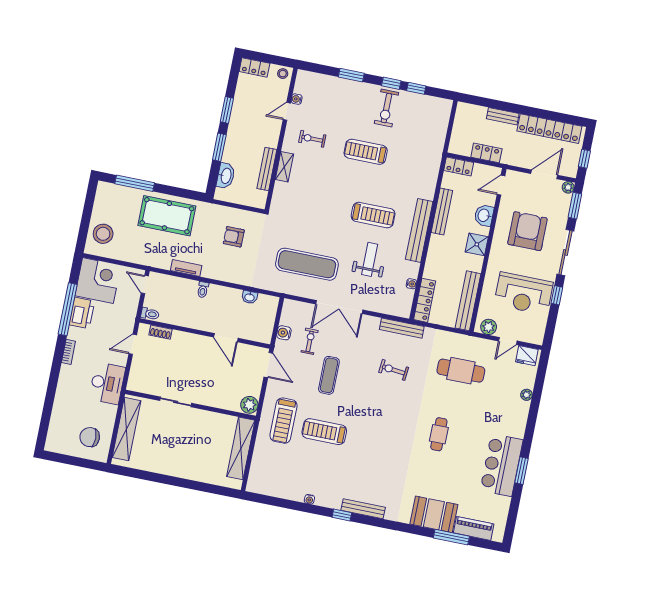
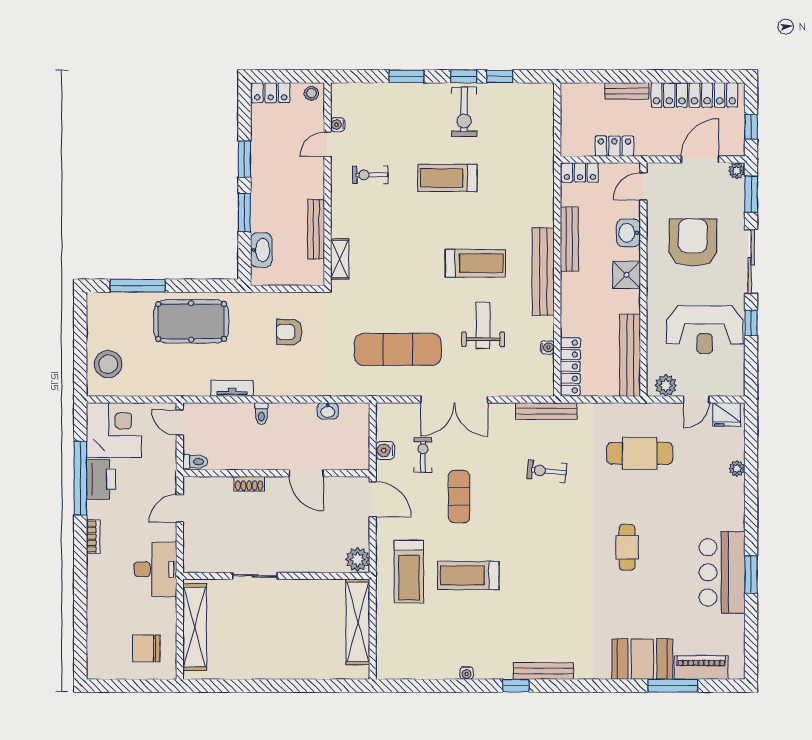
shelving: (284, 167) -> (340, 259), moved
shoe rack: (161, 332) -> (249, 484), moved

